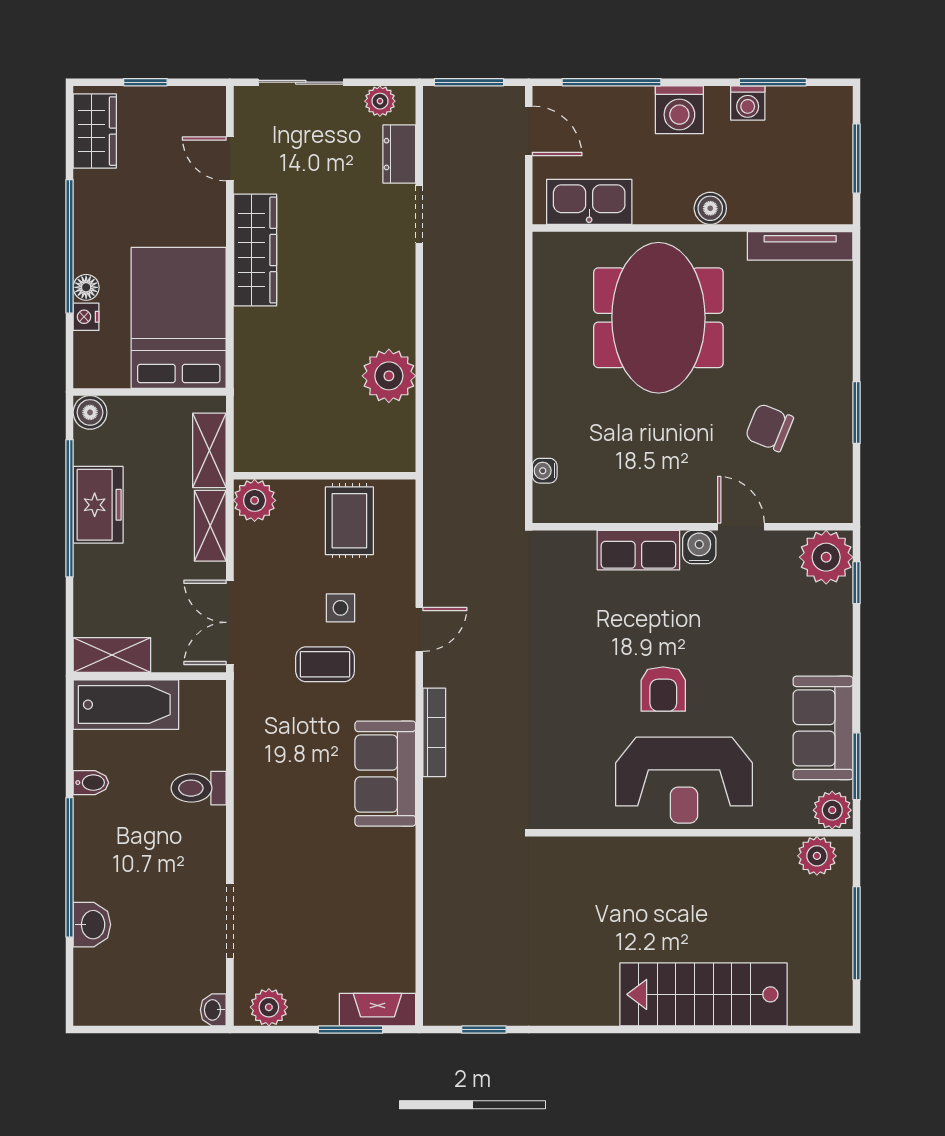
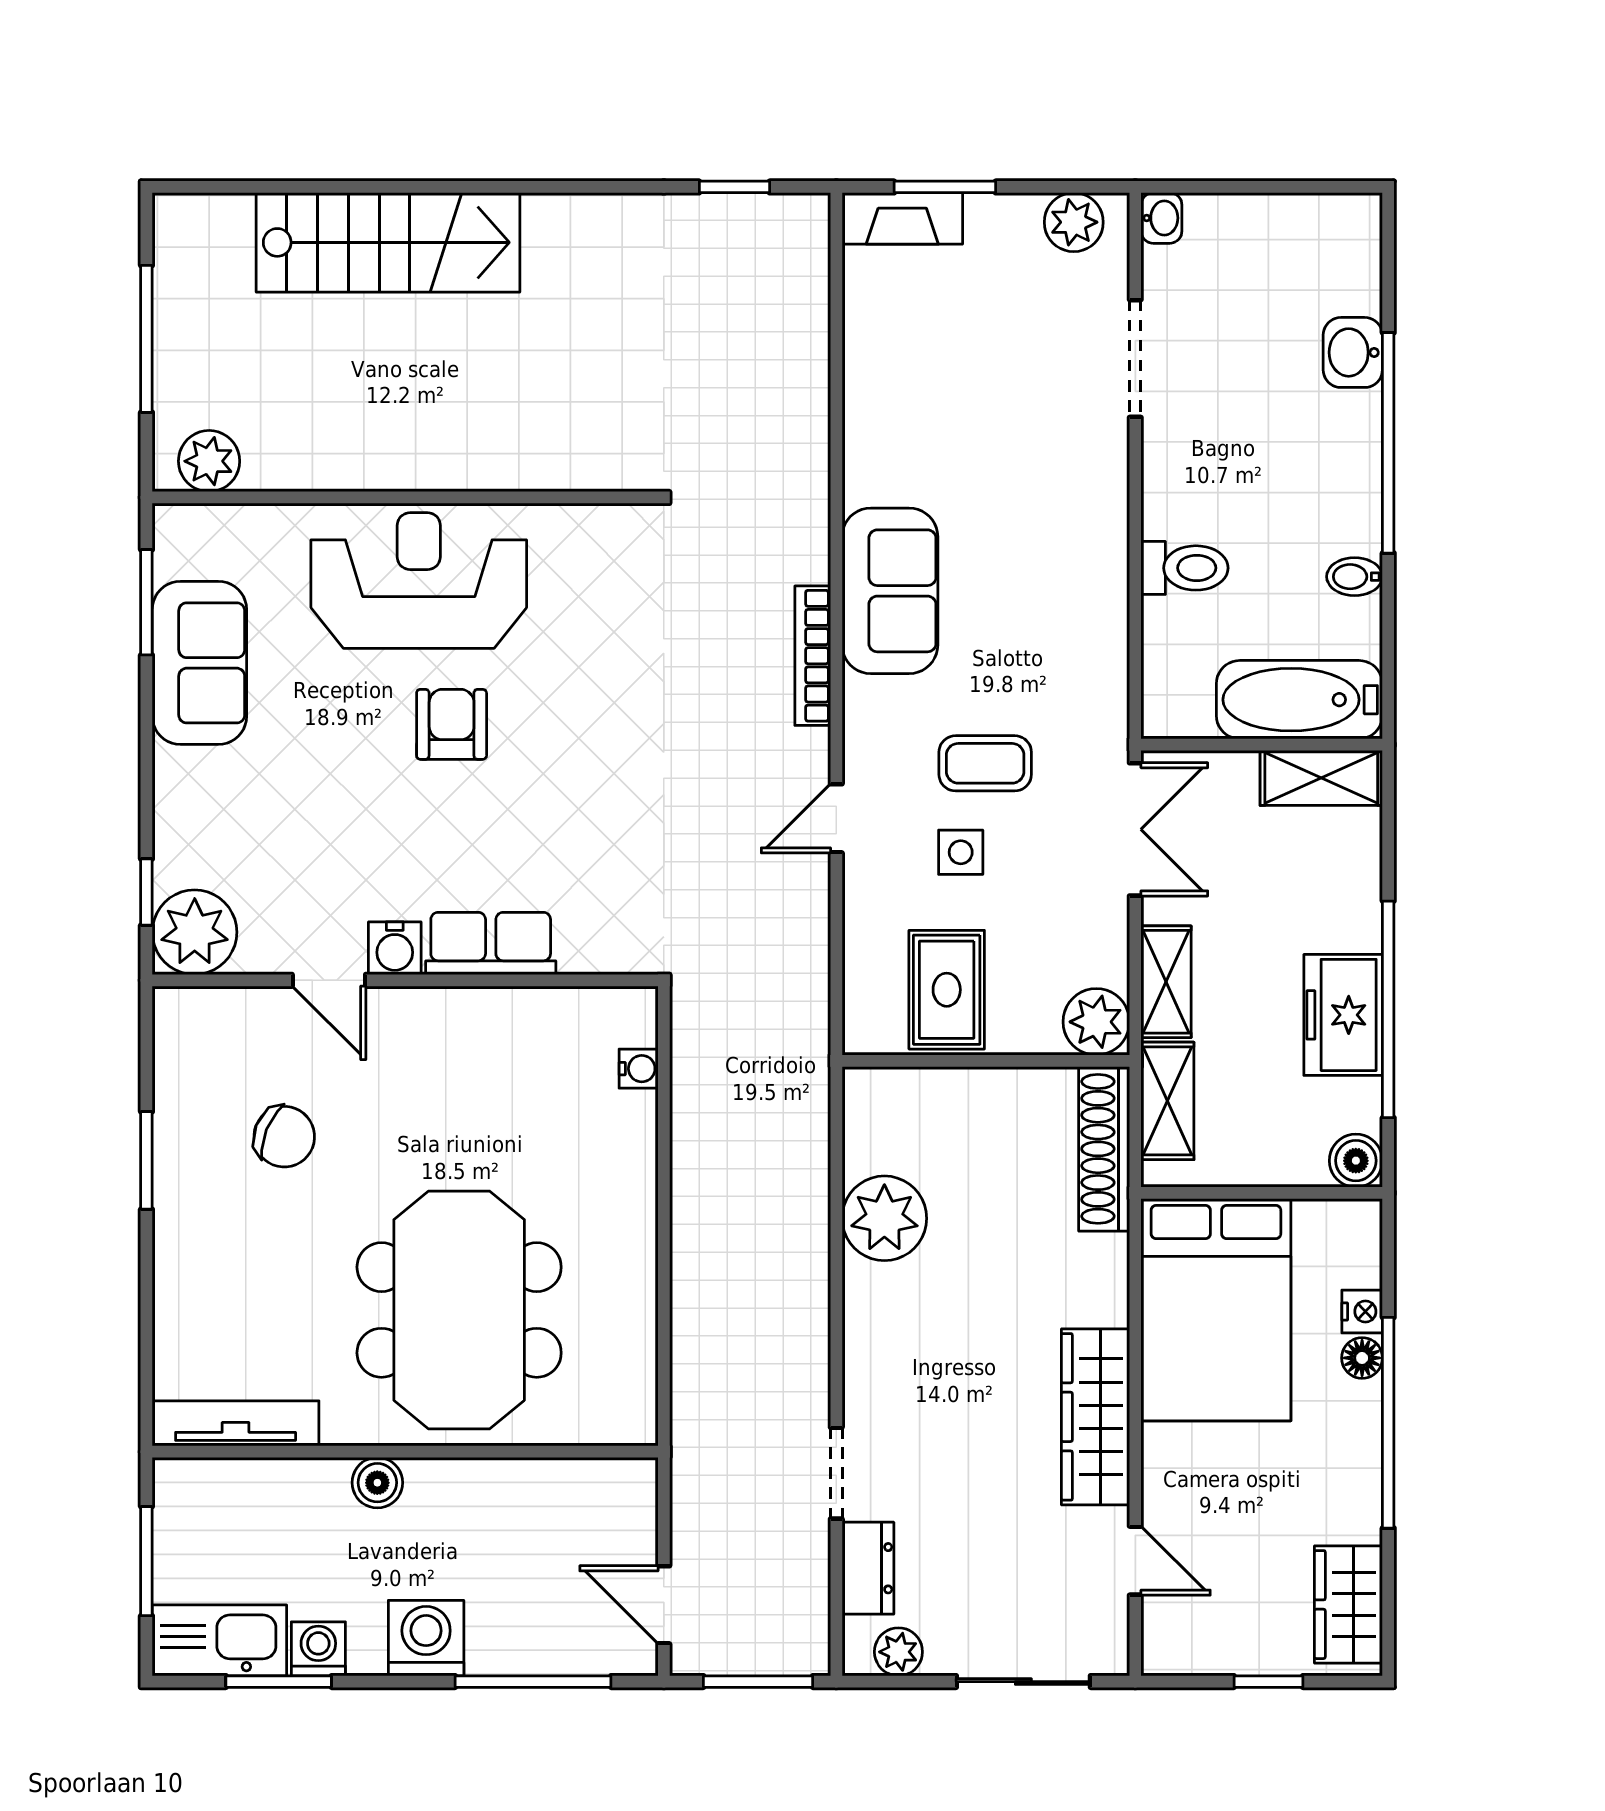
kitchen sink: (589, 202) -> (219, 1640), moved, turned 180
shoe rack: (250, 420) -> (1104, 1149), added
plant: (832, 810) -> (185, 533), removed

